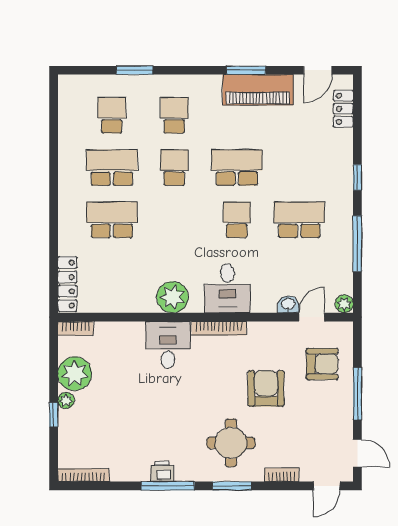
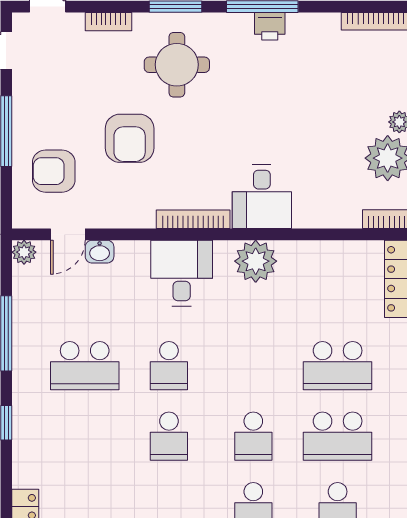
school desk: (237, 168) -> (169, 436), width x0.54

